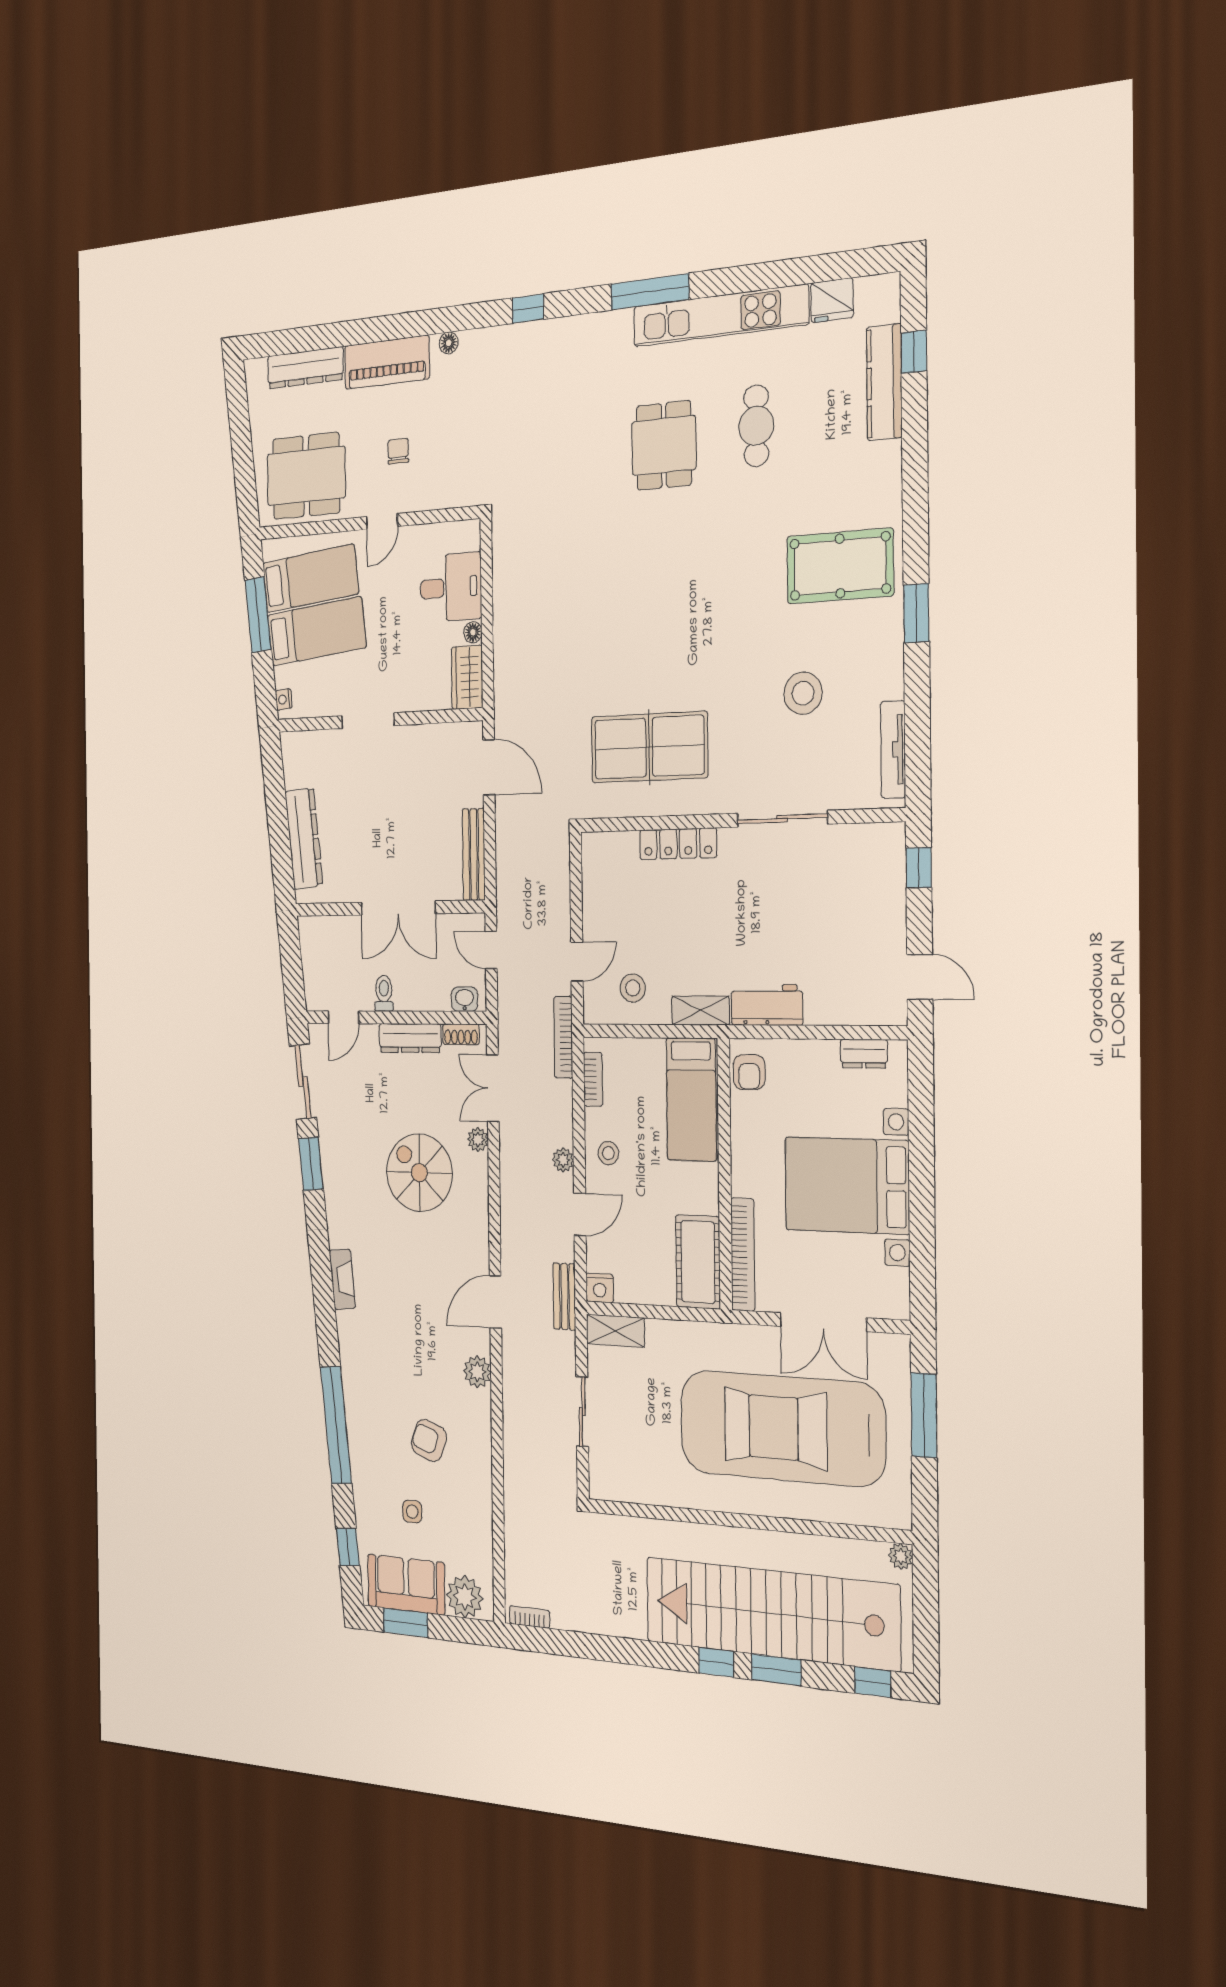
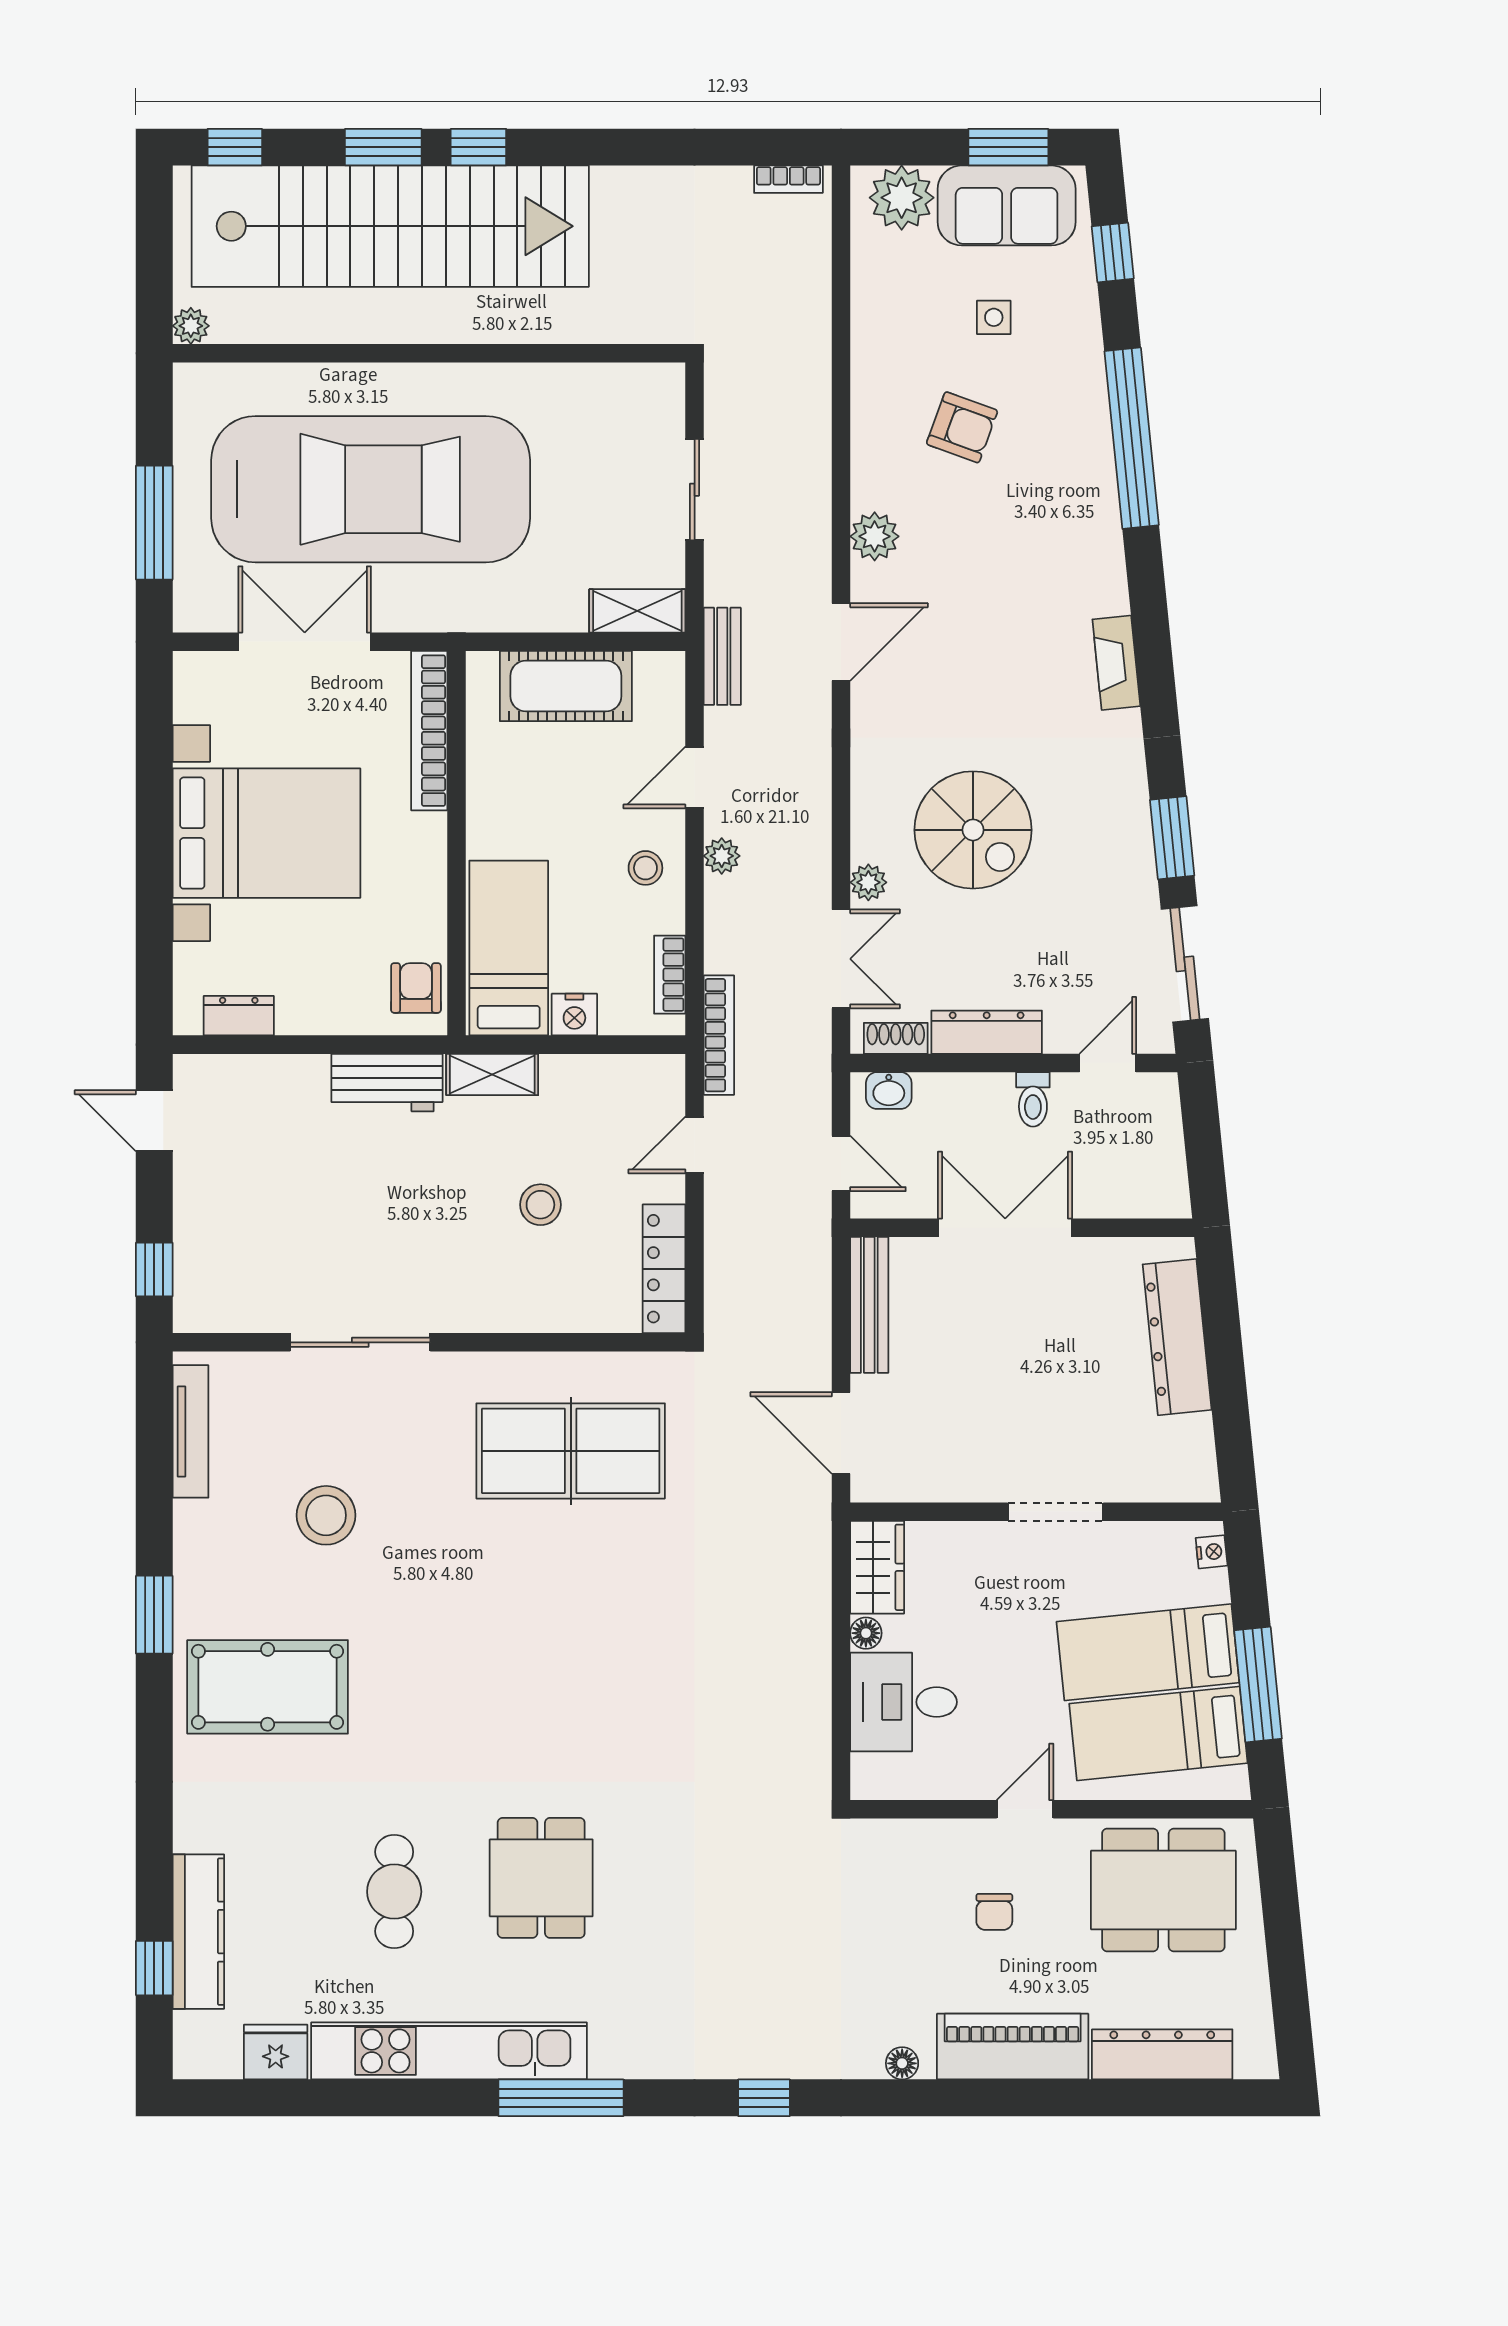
locker: (678, 844) -> (664, 1269), moved, turned -90
stool: (633, 988) -> (540, 1205), moved
cot: (698, 1262) -> (566, 686), moved, turned 90
nightstand: (600, 1288) -> (574, 1015), moved, turned 180

